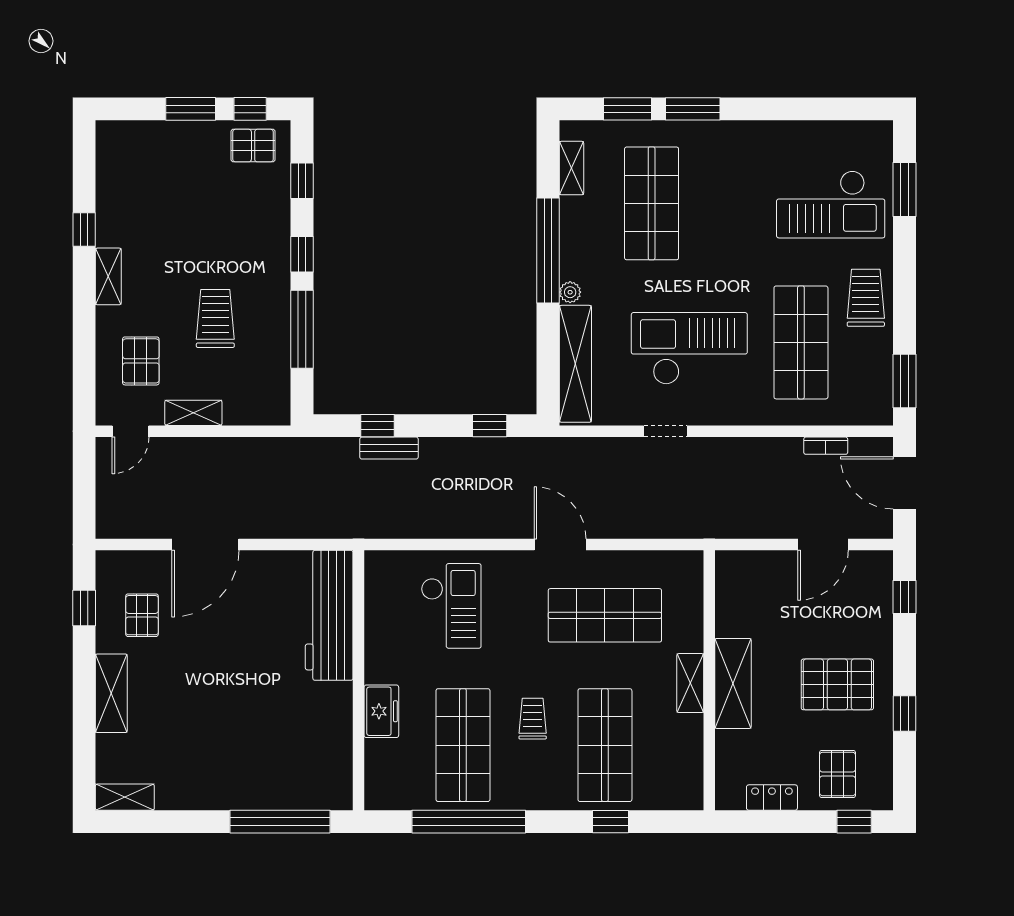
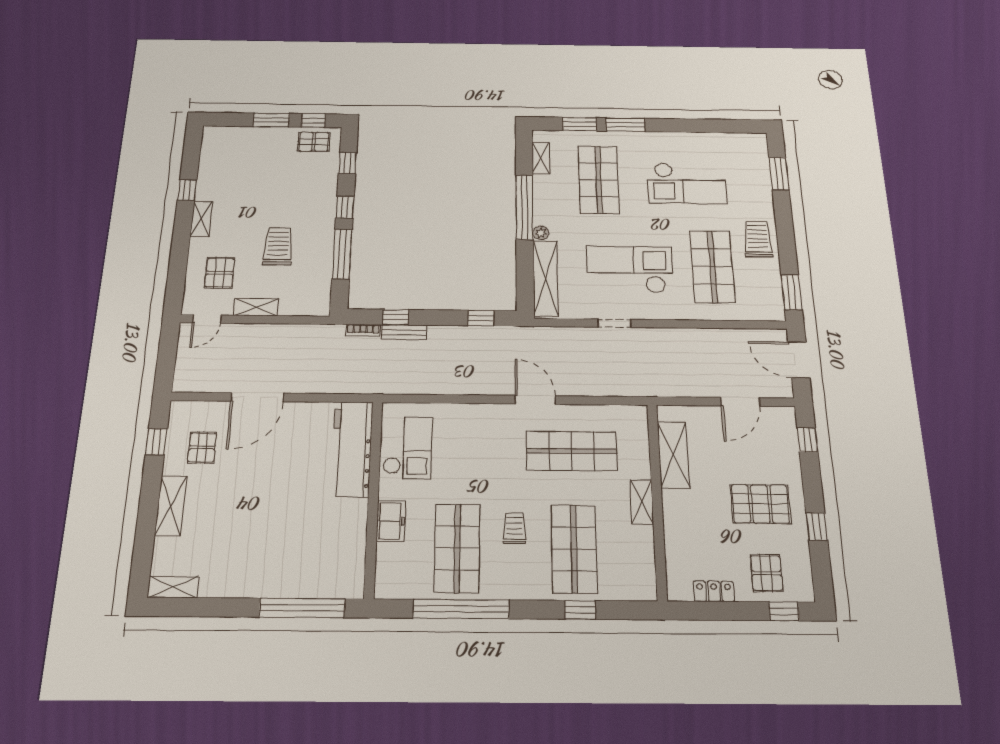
checkout: (831, 204) -> (687, 183), moved
bookcase: (826, 446) -> (363, 330), moved
checkout: (451, 606) -> (408, 448), moved
shelving: (733, 683) -> (673, 455), moved

